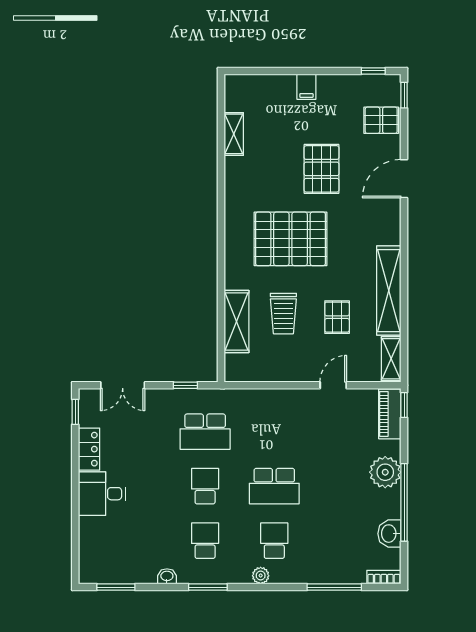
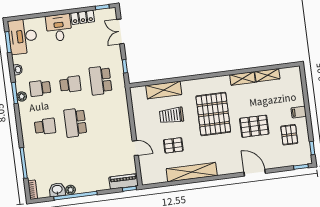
pallet: (381, 120) -> (289, 135), moved
shelving: (391, 359) -> (242, 78), moved
plant: (385, 472) -> (71, 190), moved, width x0.53, depth x0.53
school desk: (205, 541) -> (40, 88), turned 180
desk: (109, 560) -> (23, 36), added
plant: (261, 576) -> (22, 96), moved

